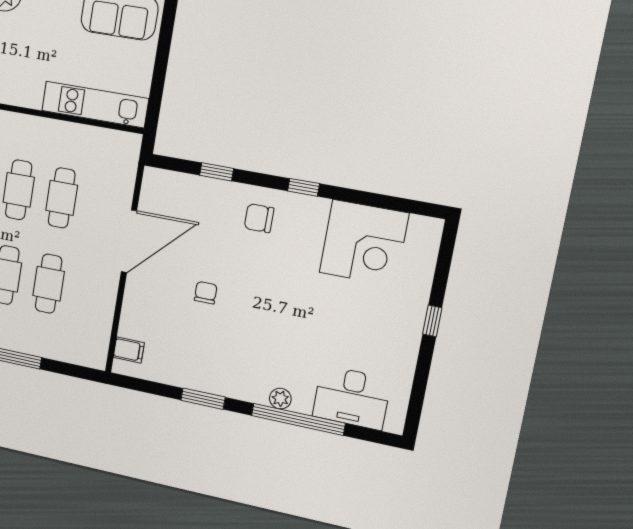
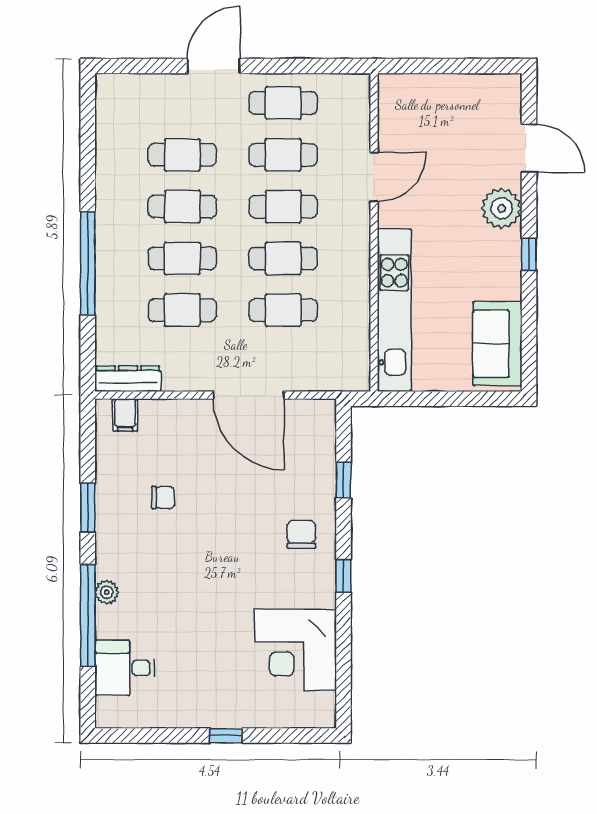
kitchen unit: (95, 105) -> (394, 310), width x1.36
chair: (206, 293) -> (163, 498), moved
dresser: (99, 341) -> (128, 379), added
desk: (352, 398) -> (125, 668), width x0.73

